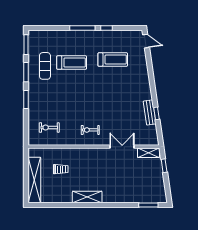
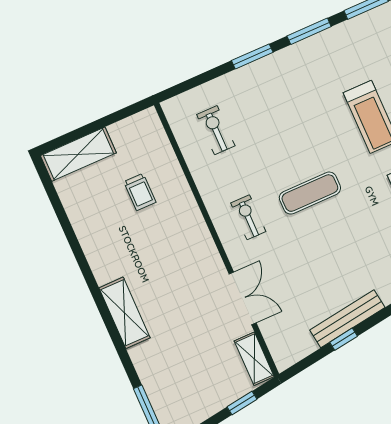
exercise mat: (45, 66) -> (310, 193), moved
bench: (150, 113) -> (347, 319), width x1.36
shelving: (34, 180) -> (78, 154), width x0.68
shelving: (87, 197) -> (124, 313), moved

